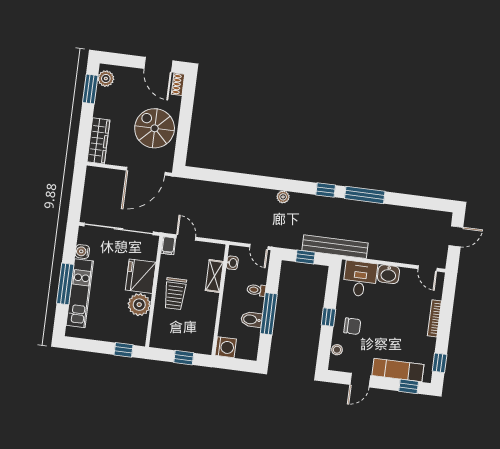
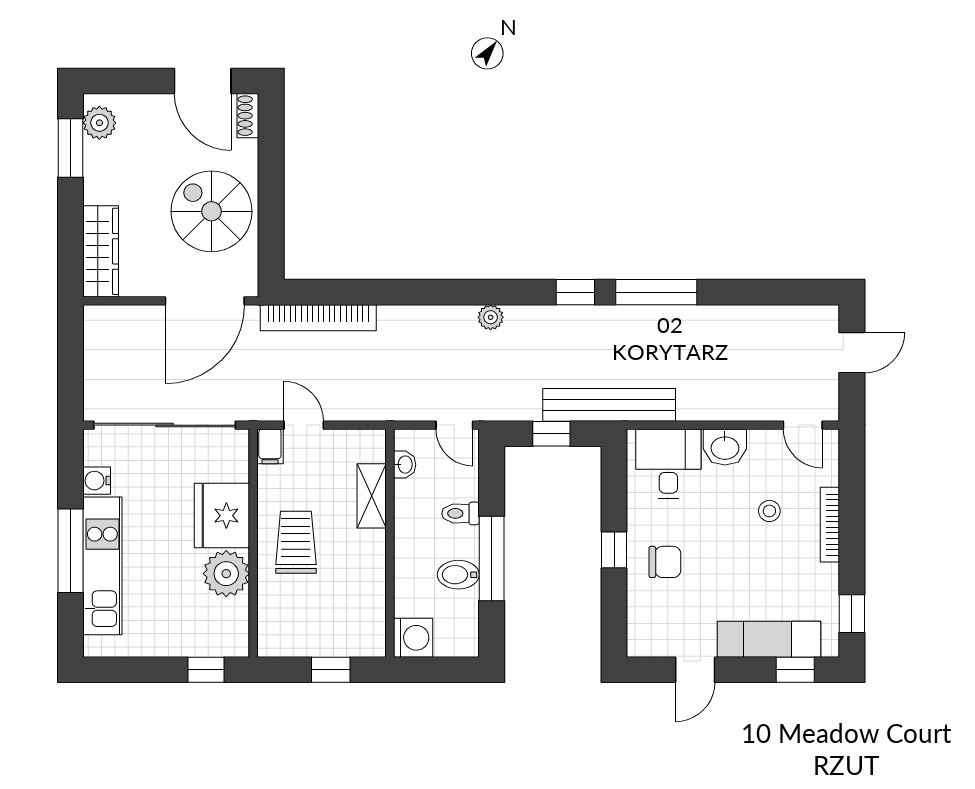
bookcase: (200, 186) -> (318, 318), added
trolley: (175, 294) -> (296, 542), turned 180
stool: (337, 350) -> (769, 511), moved

